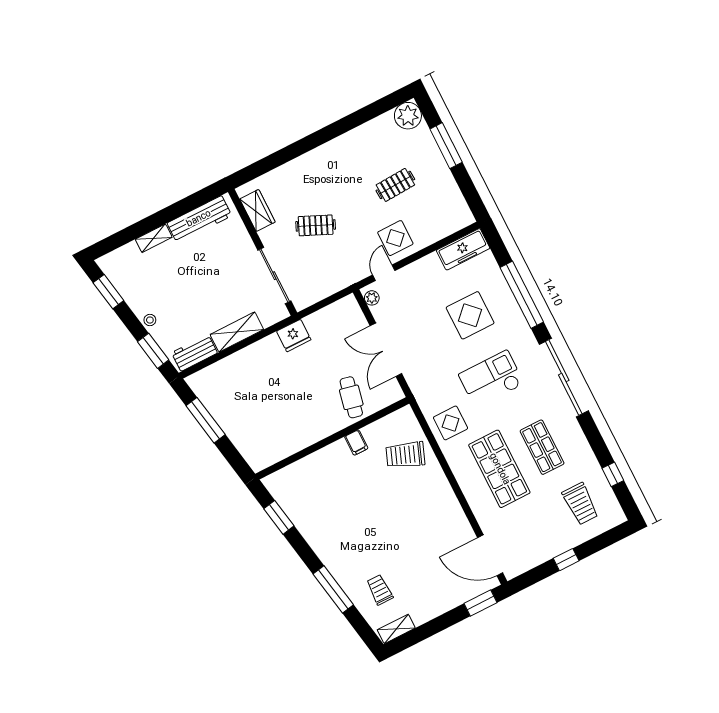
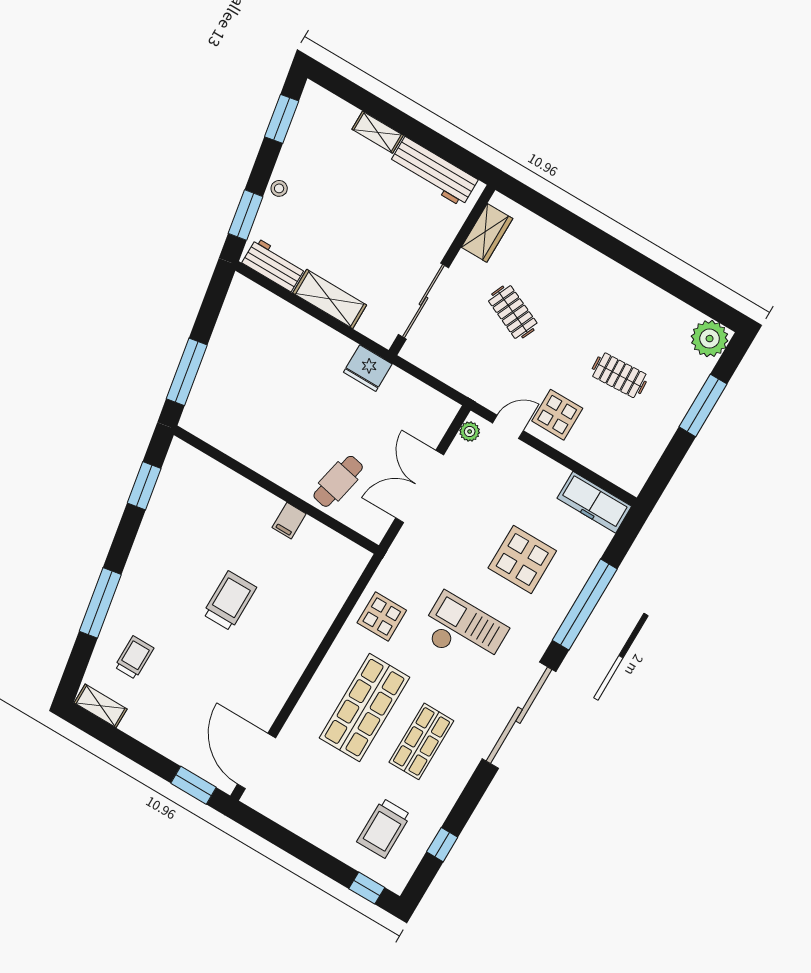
window: (206, 420) -> (187, 372), moved
trolley: (405, 455) -> (230, 601), moved, turned 69
window: (566, 560) -> (367, 888), moved

